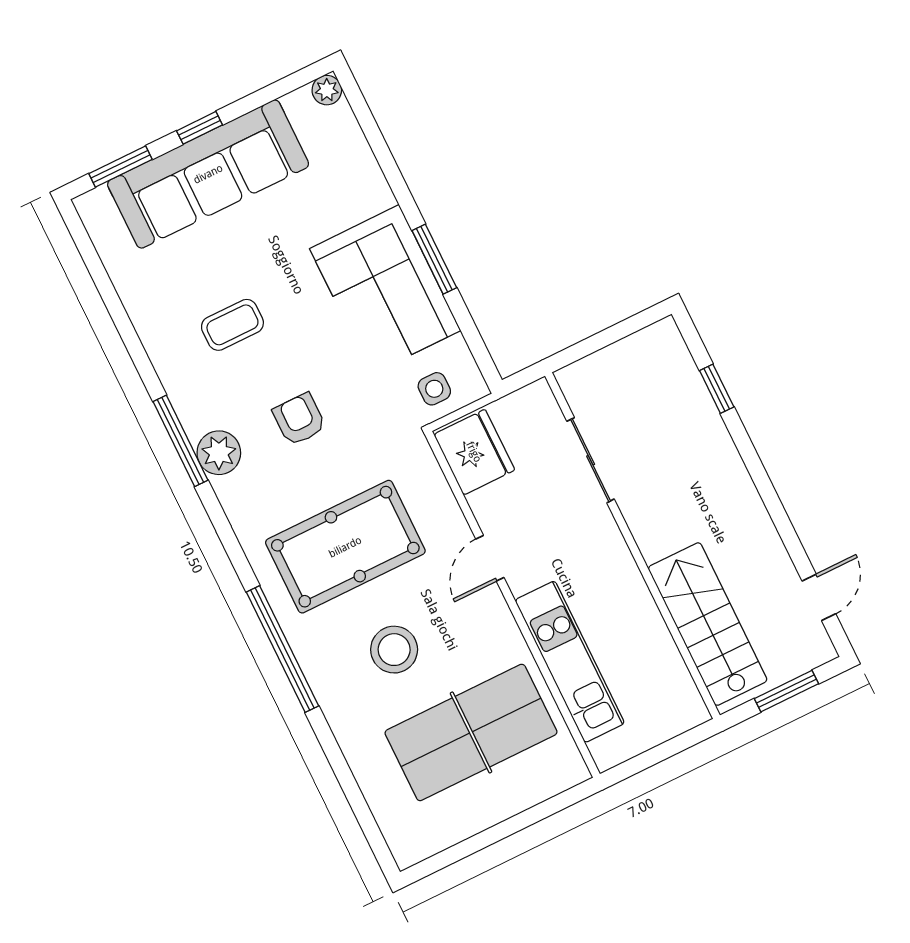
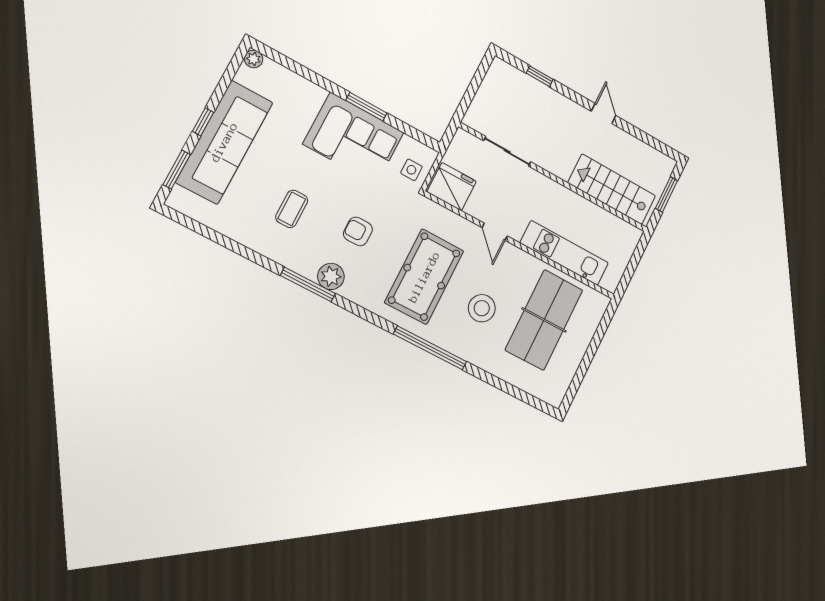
door: (819, 597) -> (604, 113), moved

